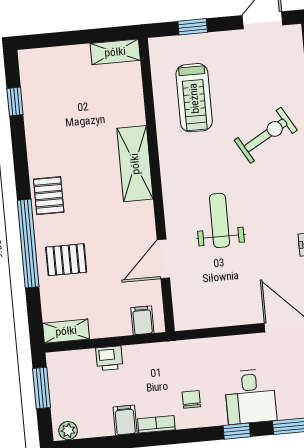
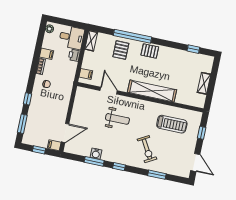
shelving: (115, 52) -> (204, 83), moved
treadmill: (194, 98) -> (172, 124), turned 180
shelving: (135, 164) -> (152, 91), width x1.47
window: (42, 388) -> (71, 23), removed
desk: (250, 397) -> (72, 37), moved, turned 180

